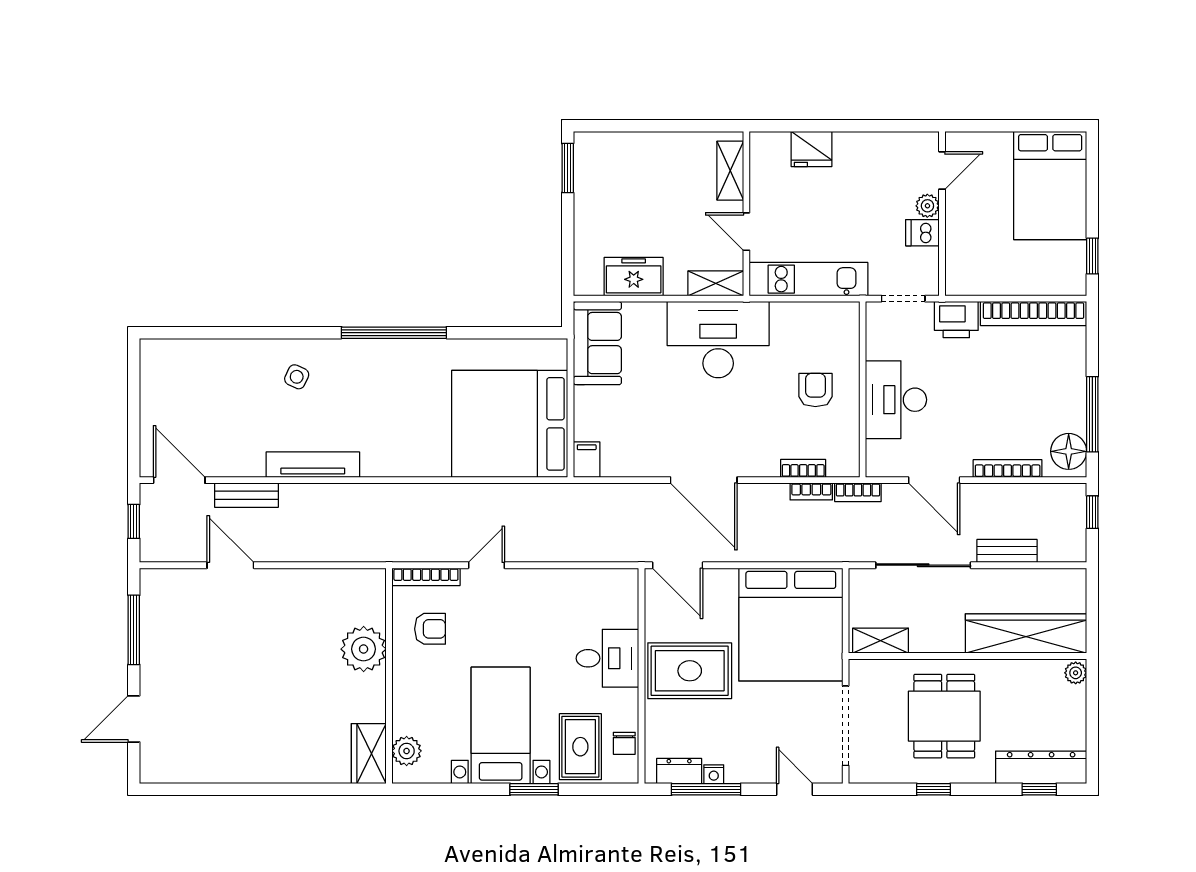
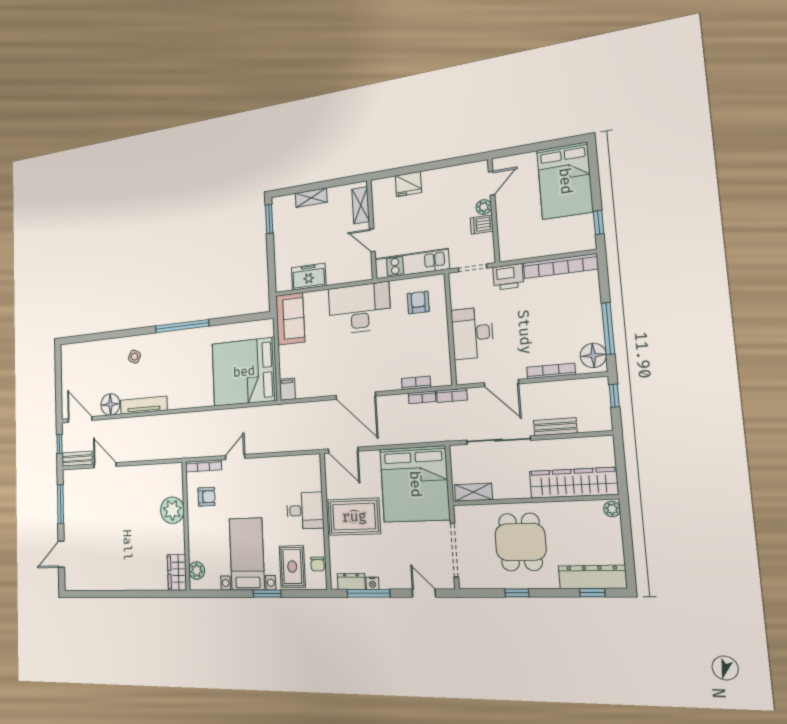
shelving: (716, 283) -> (311, 198), moved
armchair: (815, 390) -> (418, 302), moved
floor lamp: (244, 458) -> (110, 404), added
bench: (246, 495) -> (77, 459), moved

